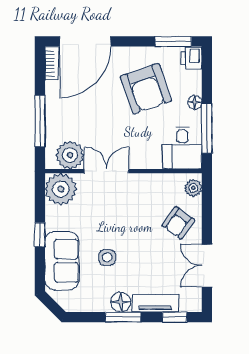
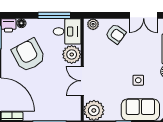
armchair: (146, 89) -> (29, 55), turned -99
floor lamp: (195, 102) -> (21, 23), moved
plant: (70, 155) -> (72, 54), moved

